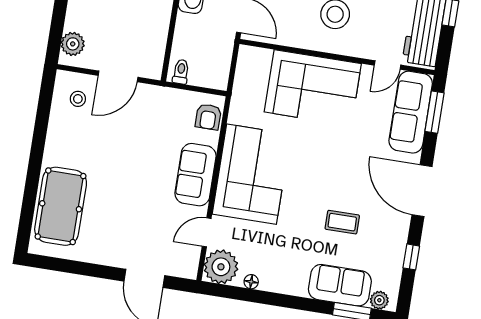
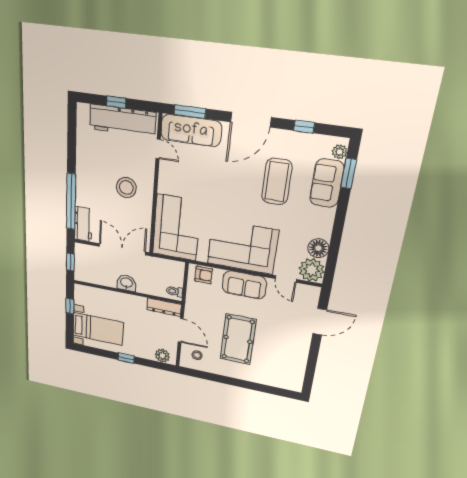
dresser: (155, 54) -> (164, 307), added
corner sofa: (313, 88) -> (176, 228), moved
pool table: (61, 206) -> (238, 339), moved, turned 90
coffee table: (342, 222) -> (277, 182), width x1.86, depth x1.72
floor lamp: (251, 282) -> (318, 248), width x1.89, depth x1.89

